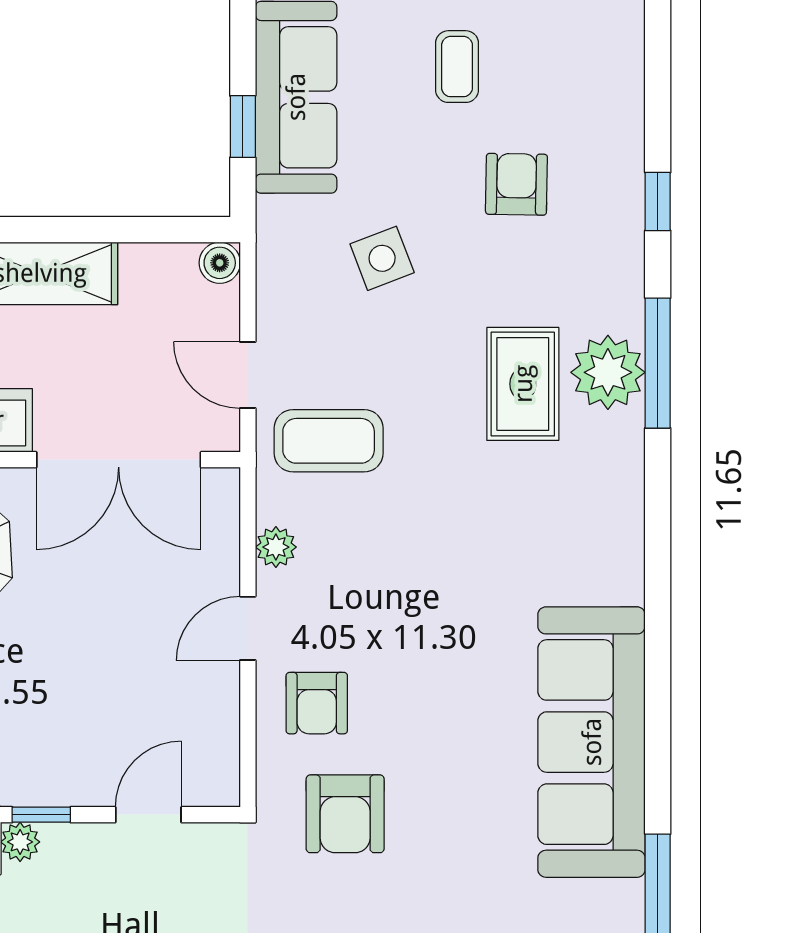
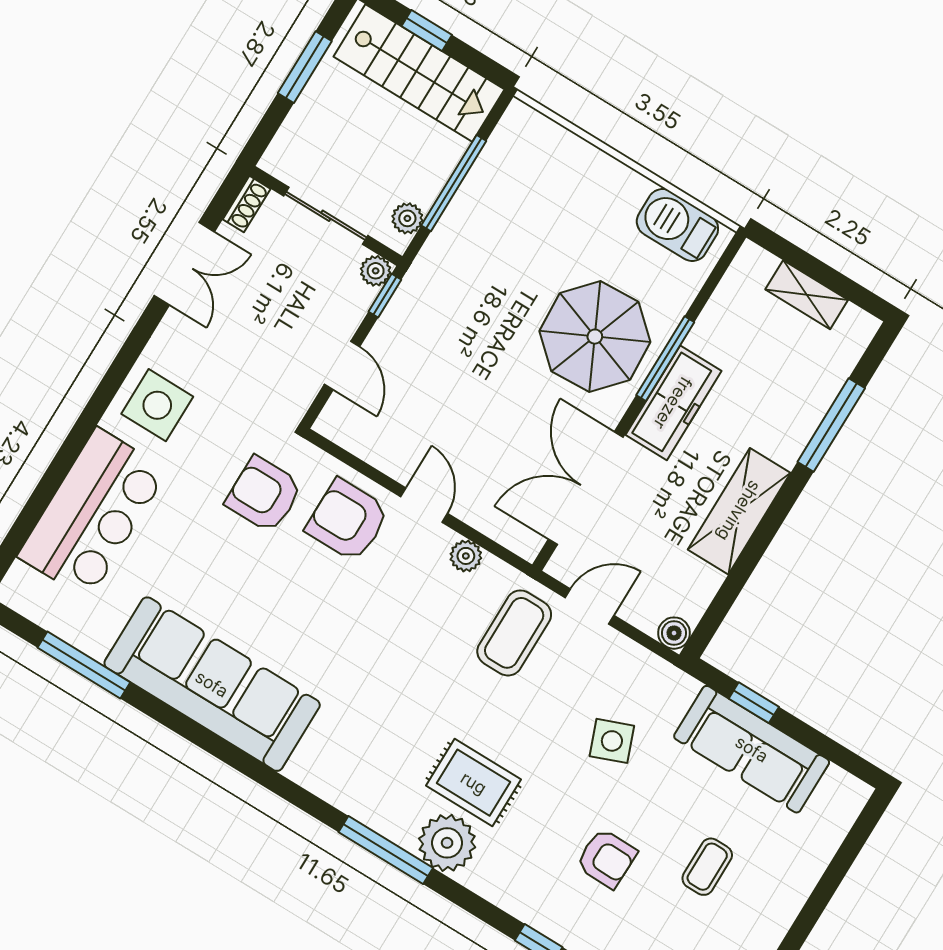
coffee table: (457, 67) -> (707, 867), turned 90
window: (658, 363) -> (386, 850), moved
armchair: (317, 703) -> (348, 520), width x1.38, depth x1.38

